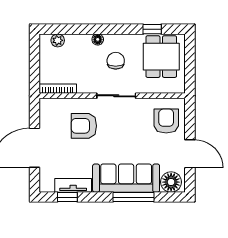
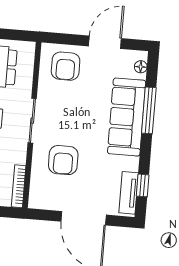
armchair: (166, 121) -> (66, 66), turned -90
floor lamp: (171, 182) -> (141, 67), width x0.53, depth x0.53
tv unit: (73, 185) -> (129, 193), moved

